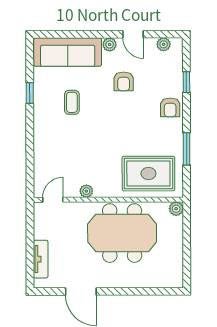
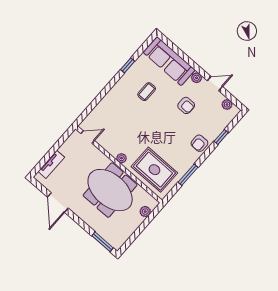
door: (133, 34) -> (215, 84), swing flipped
armchair: (124, 81) -> (186, 105), turned -90
plant: (86, 191) -> (122, 158), moved
plant: (176, 209) -> (145, 212), moved
window: (160, 291) -> (103, 242), added

